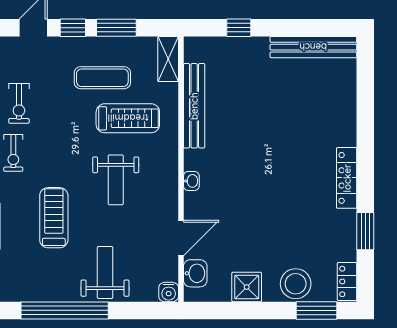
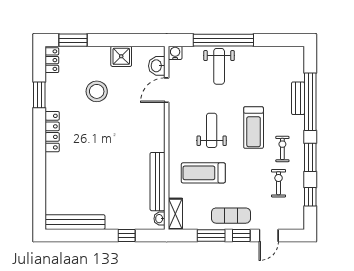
exercise mat: (102, 78) -> (231, 216), moved
washbasin: (191, 181) -> (159, 219), moved
treadmill: (54, 218) -> (254, 128), moved
stool: (296, 284) -> (97, 91), moved
window: (65, 310) -> (223, 40), moved

